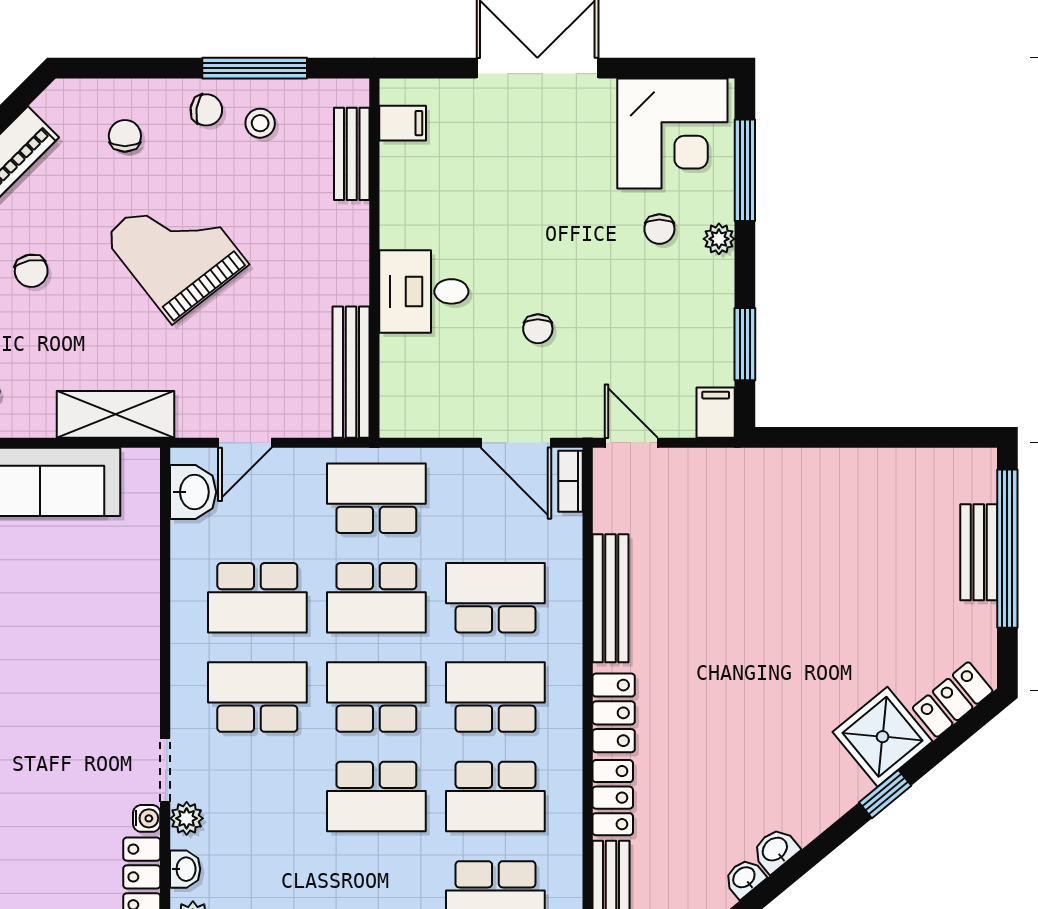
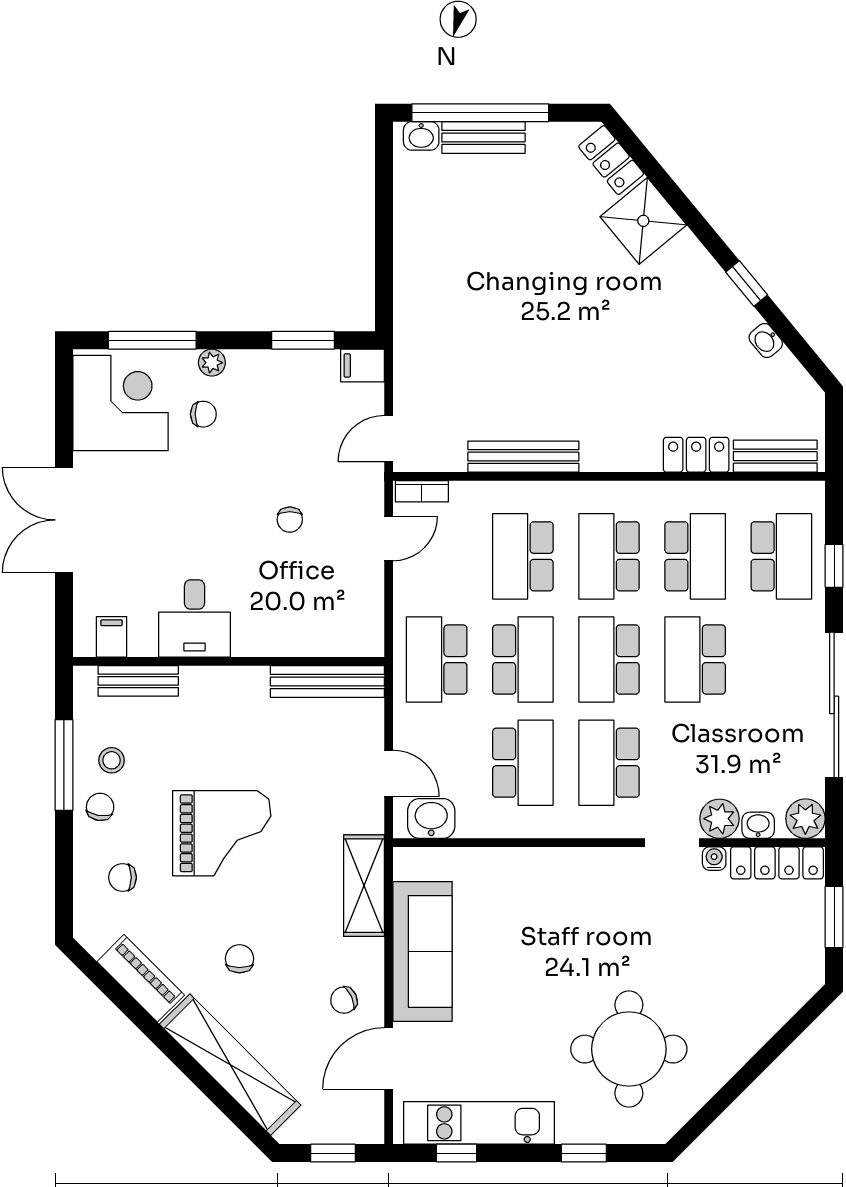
grand piano: (176, 250) -> (222, 833), turned -142
chair: (31, 271) -> (239, 959), turned -79
desk: (424, 291) -> (194, 618), moved
chair: (538, 329) -> (290, 520), turned 90
door: (516, 443) -> (389, 538), width x0.73
locker: (614, 713) -> (623, 454), removed
window: (885, 794) -> (747, 284), moved
school desk: (376, 797) -> (695, 660), turned 180
plant: (187, 818) -> (719, 819), width x1.38, depth x1.38
washbasin: (775, 850) -> (421, 136), moved, turned -50

